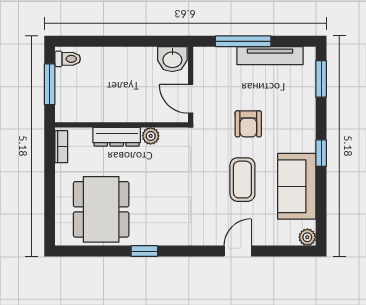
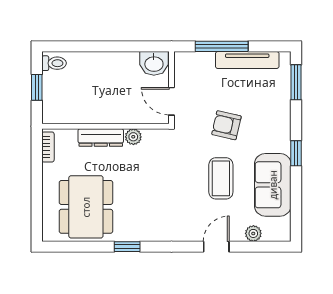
window: (50, 84) -> (37, 87), width x0.67
armchair: (248, 124) -> (226, 125), turned 103
plant: (307, 237) -> (253, 233), moved

